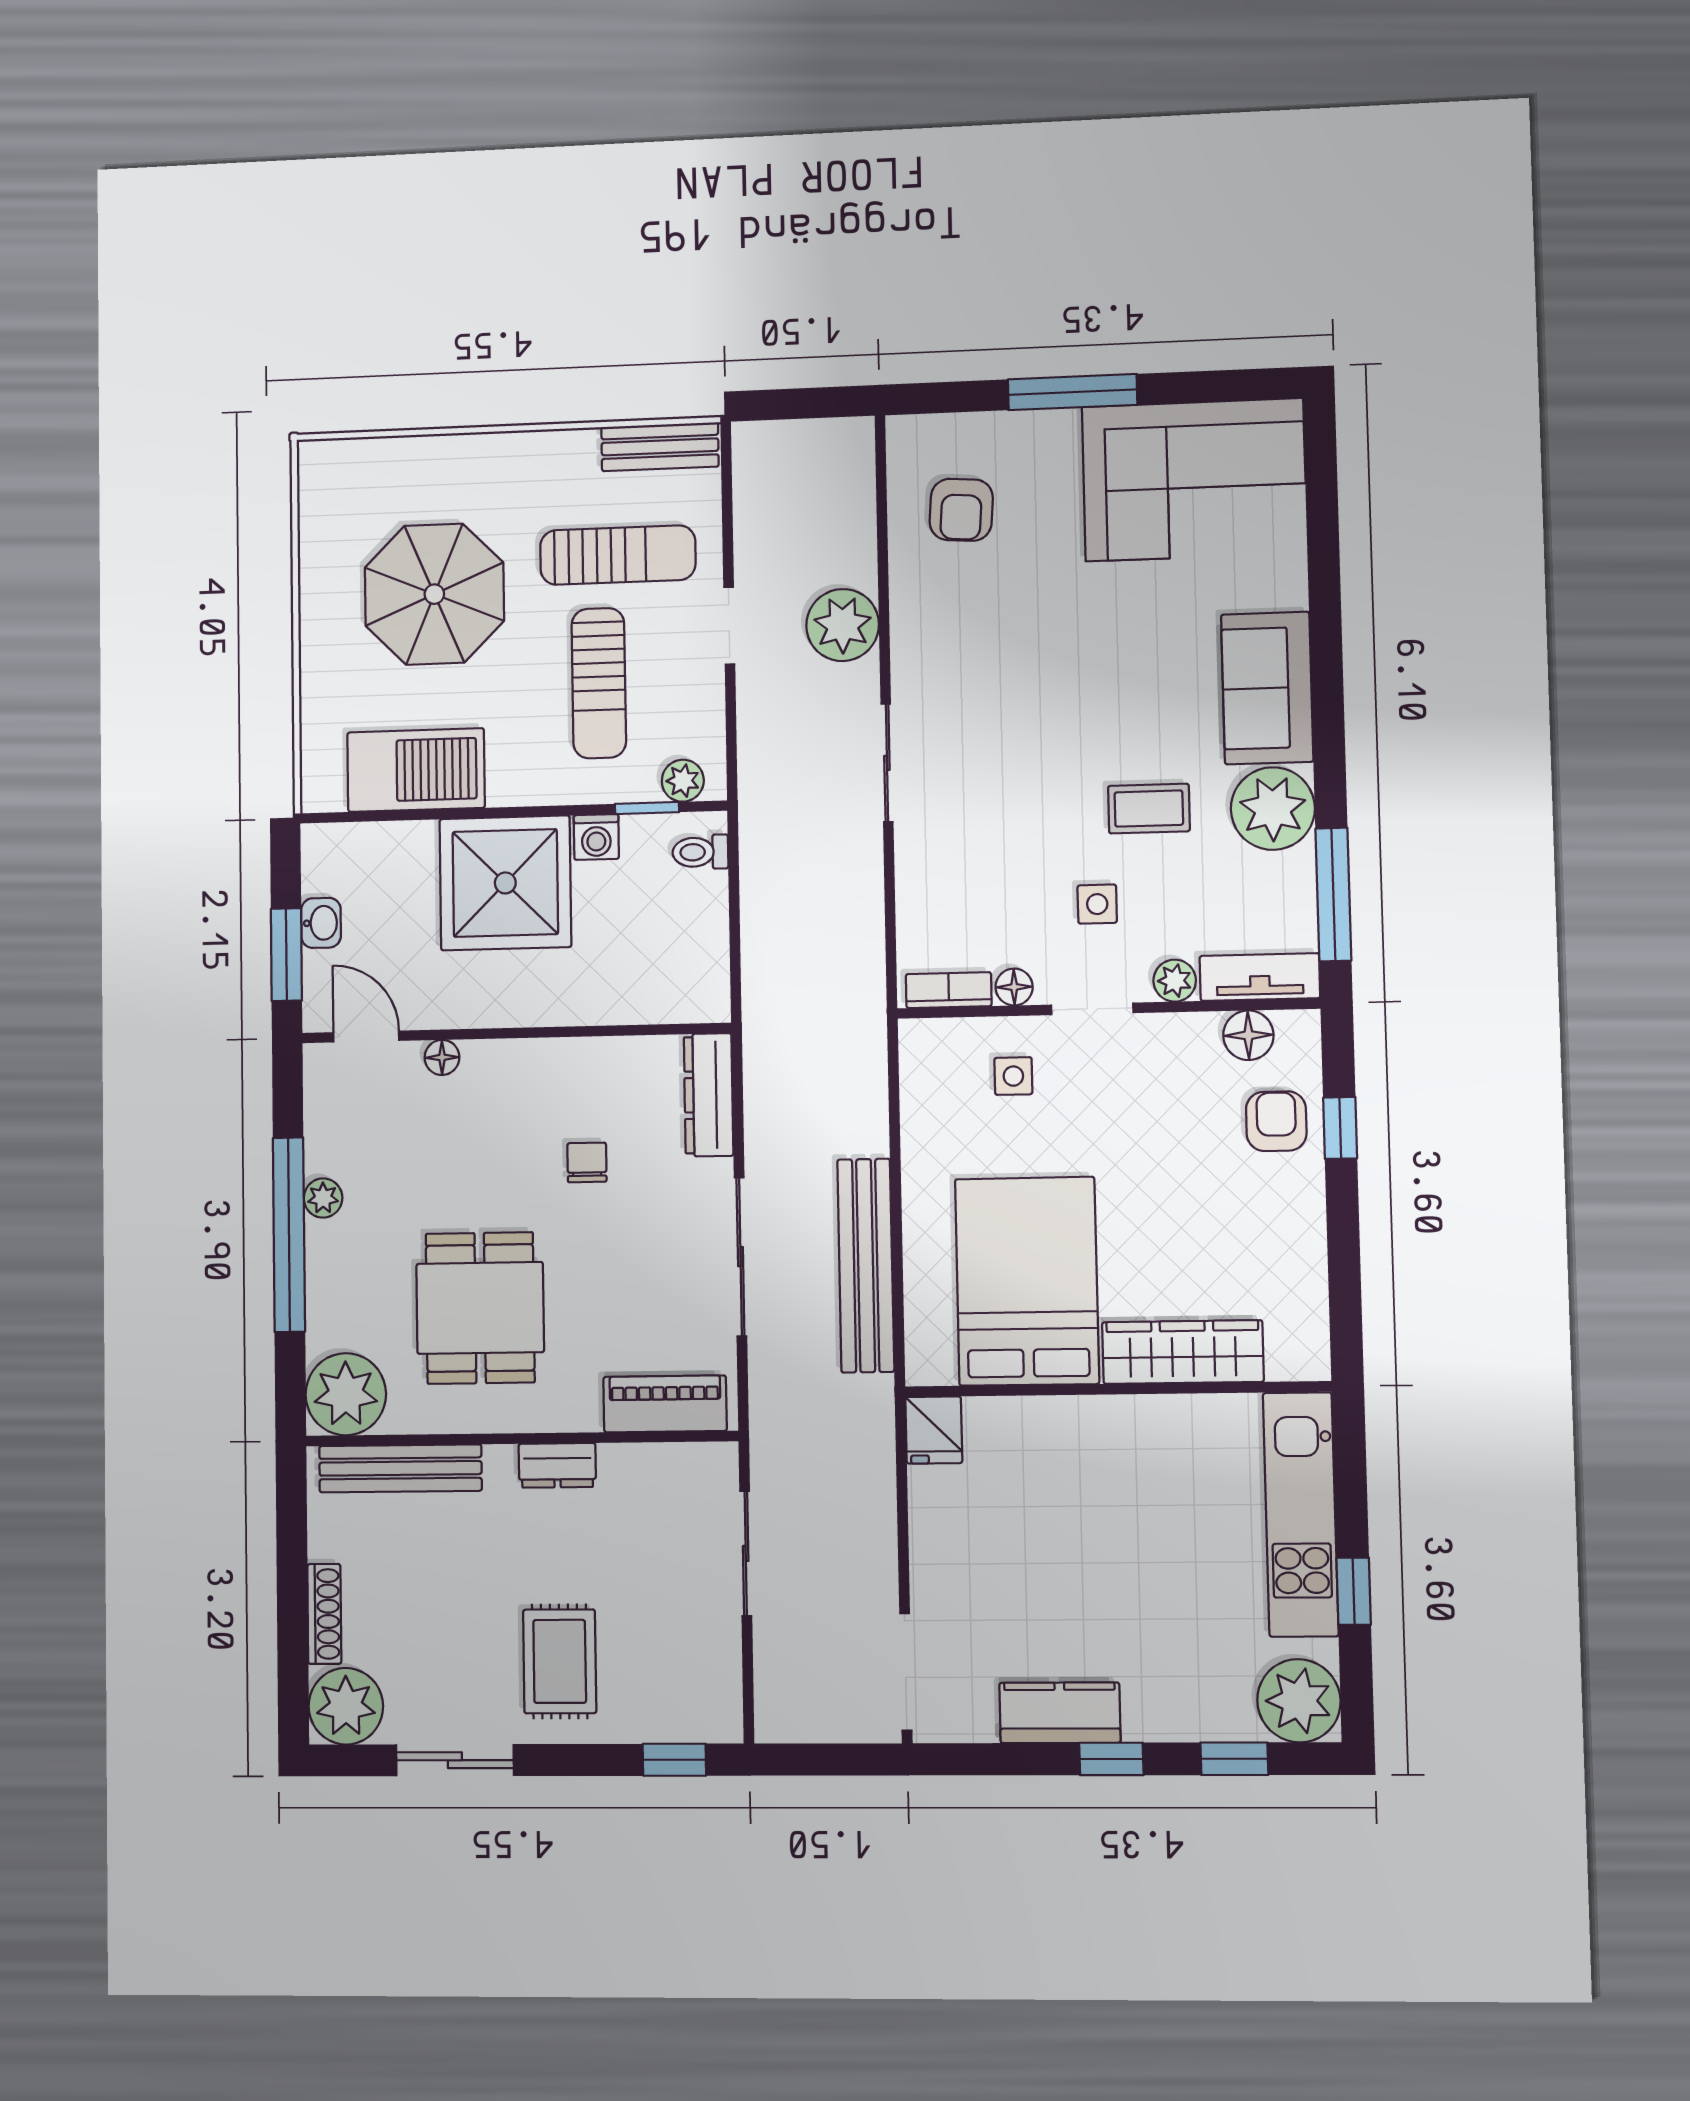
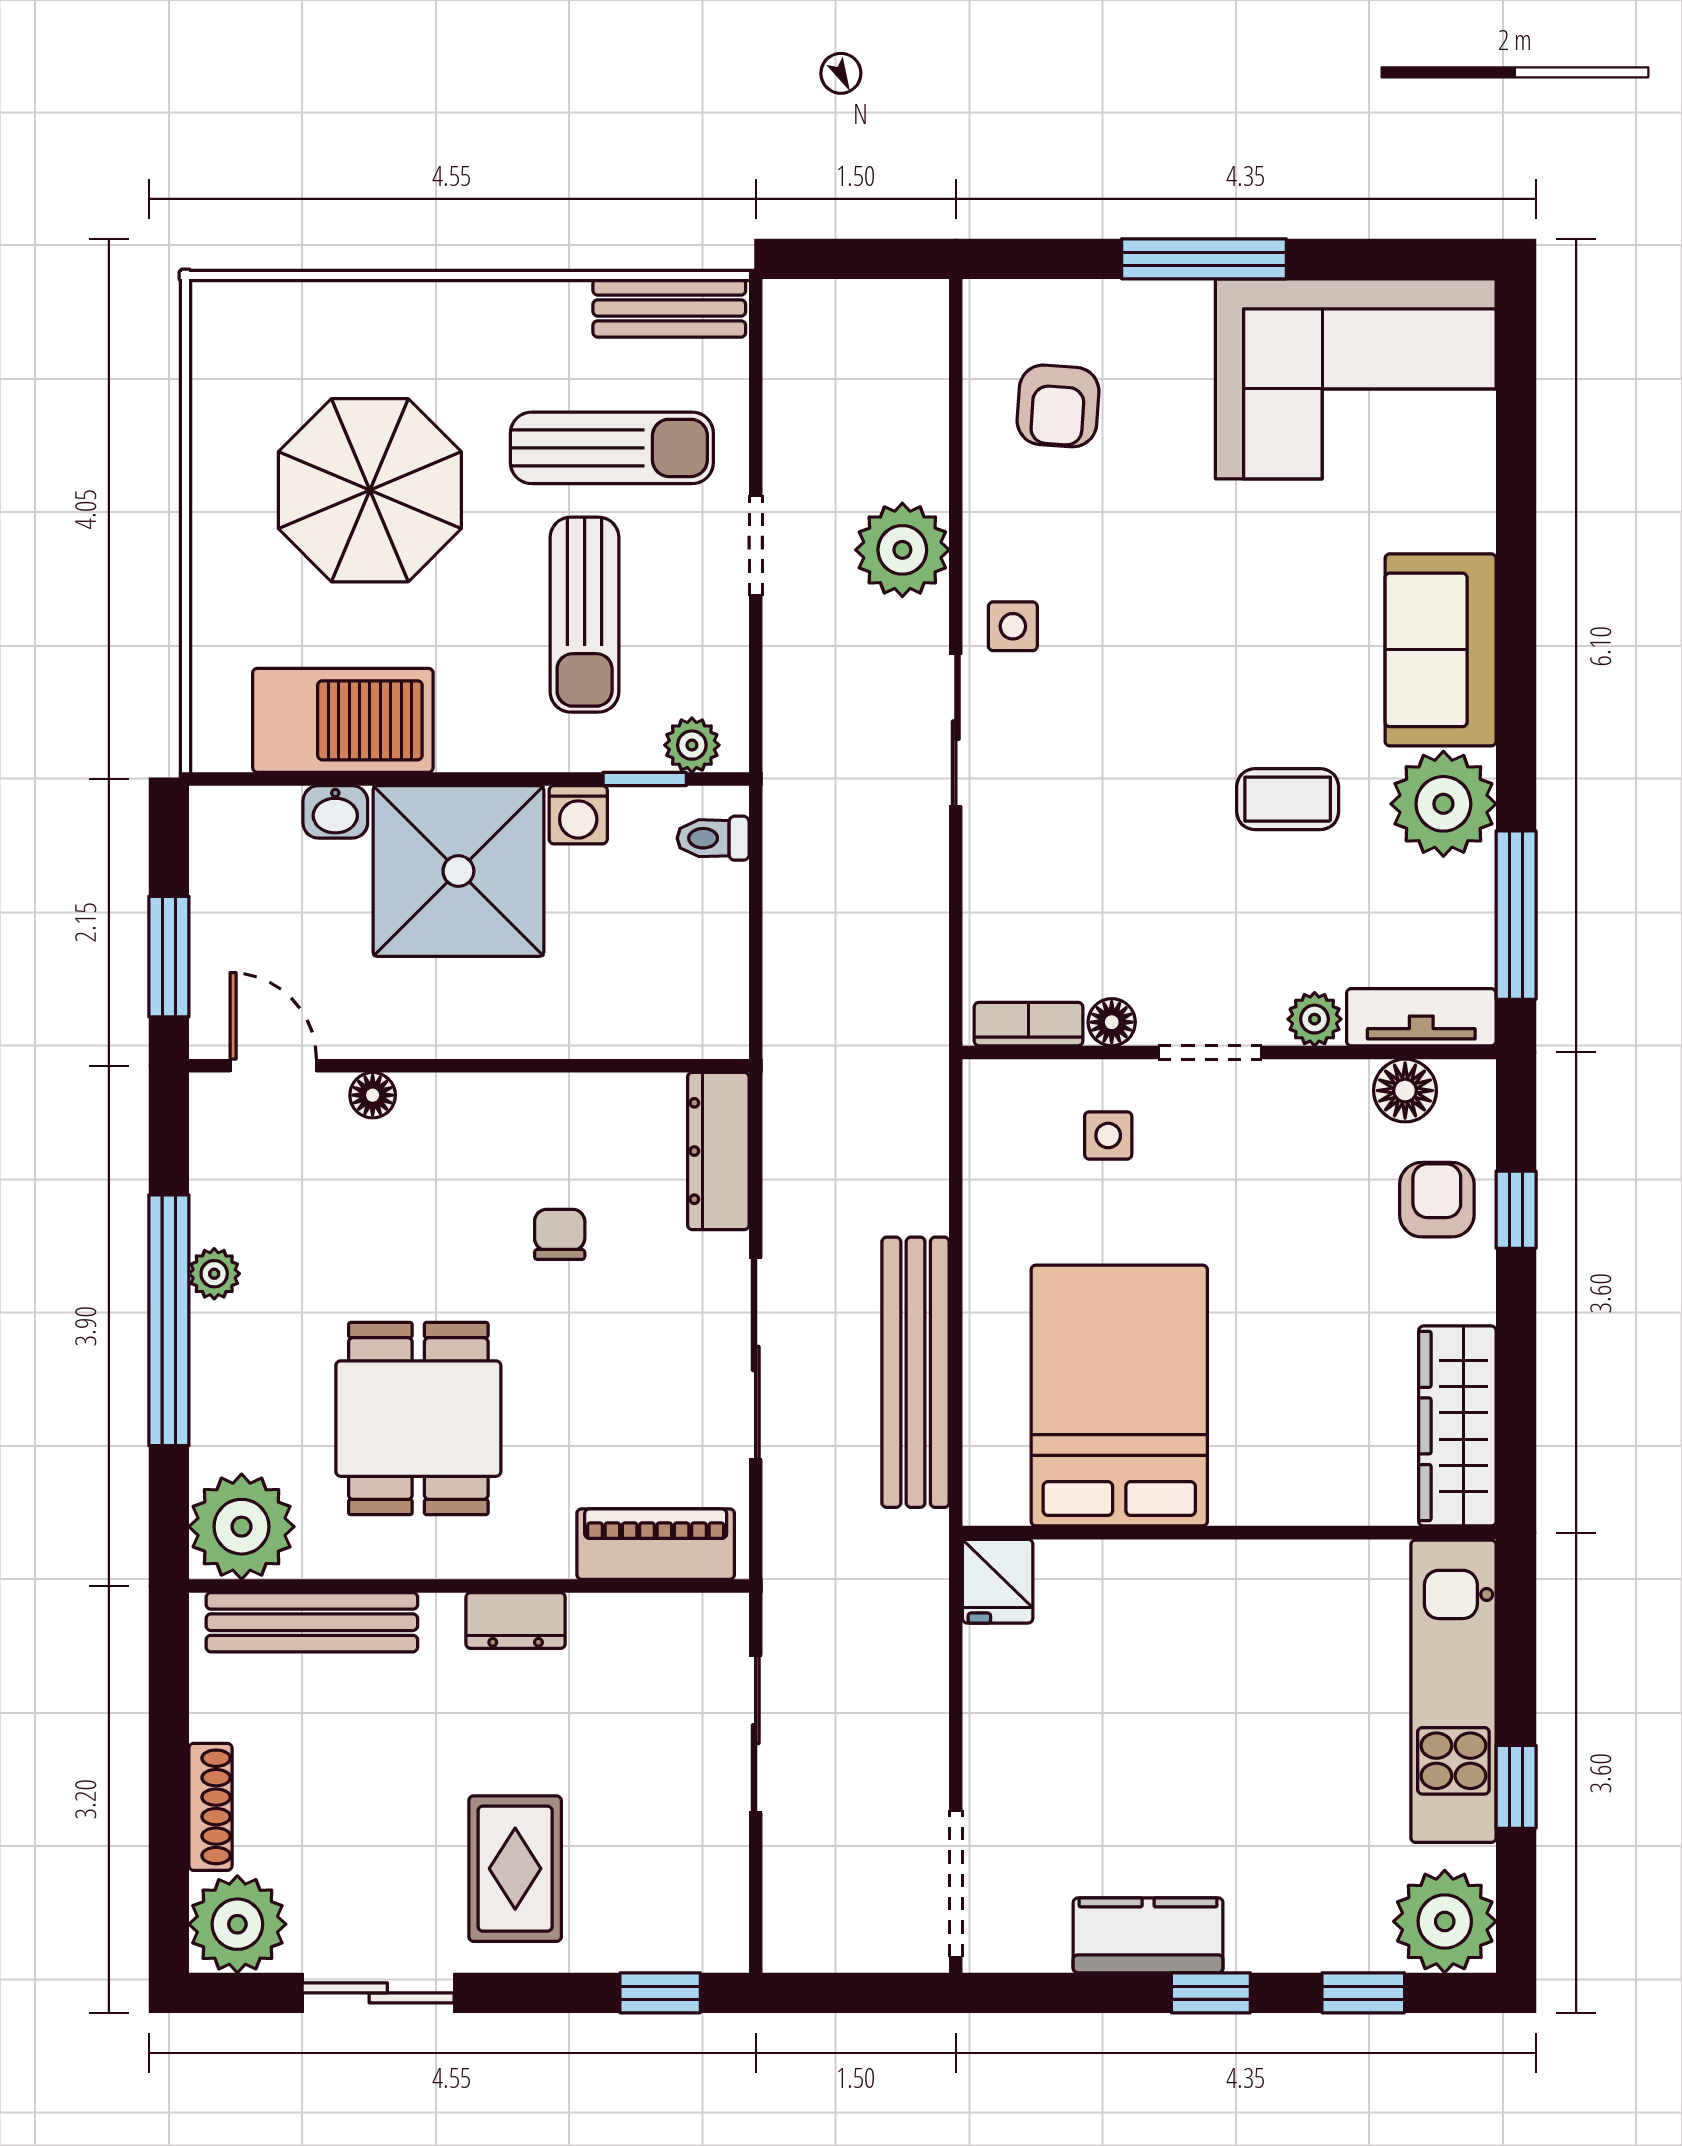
side table: (1097, 904) -> (1013, 626), moved
washbasin: (321, 923) -> (335, 812), moved, turned 90
wardrobe: (1183, 1352) -> (1457, 1426), moved, turned -90

